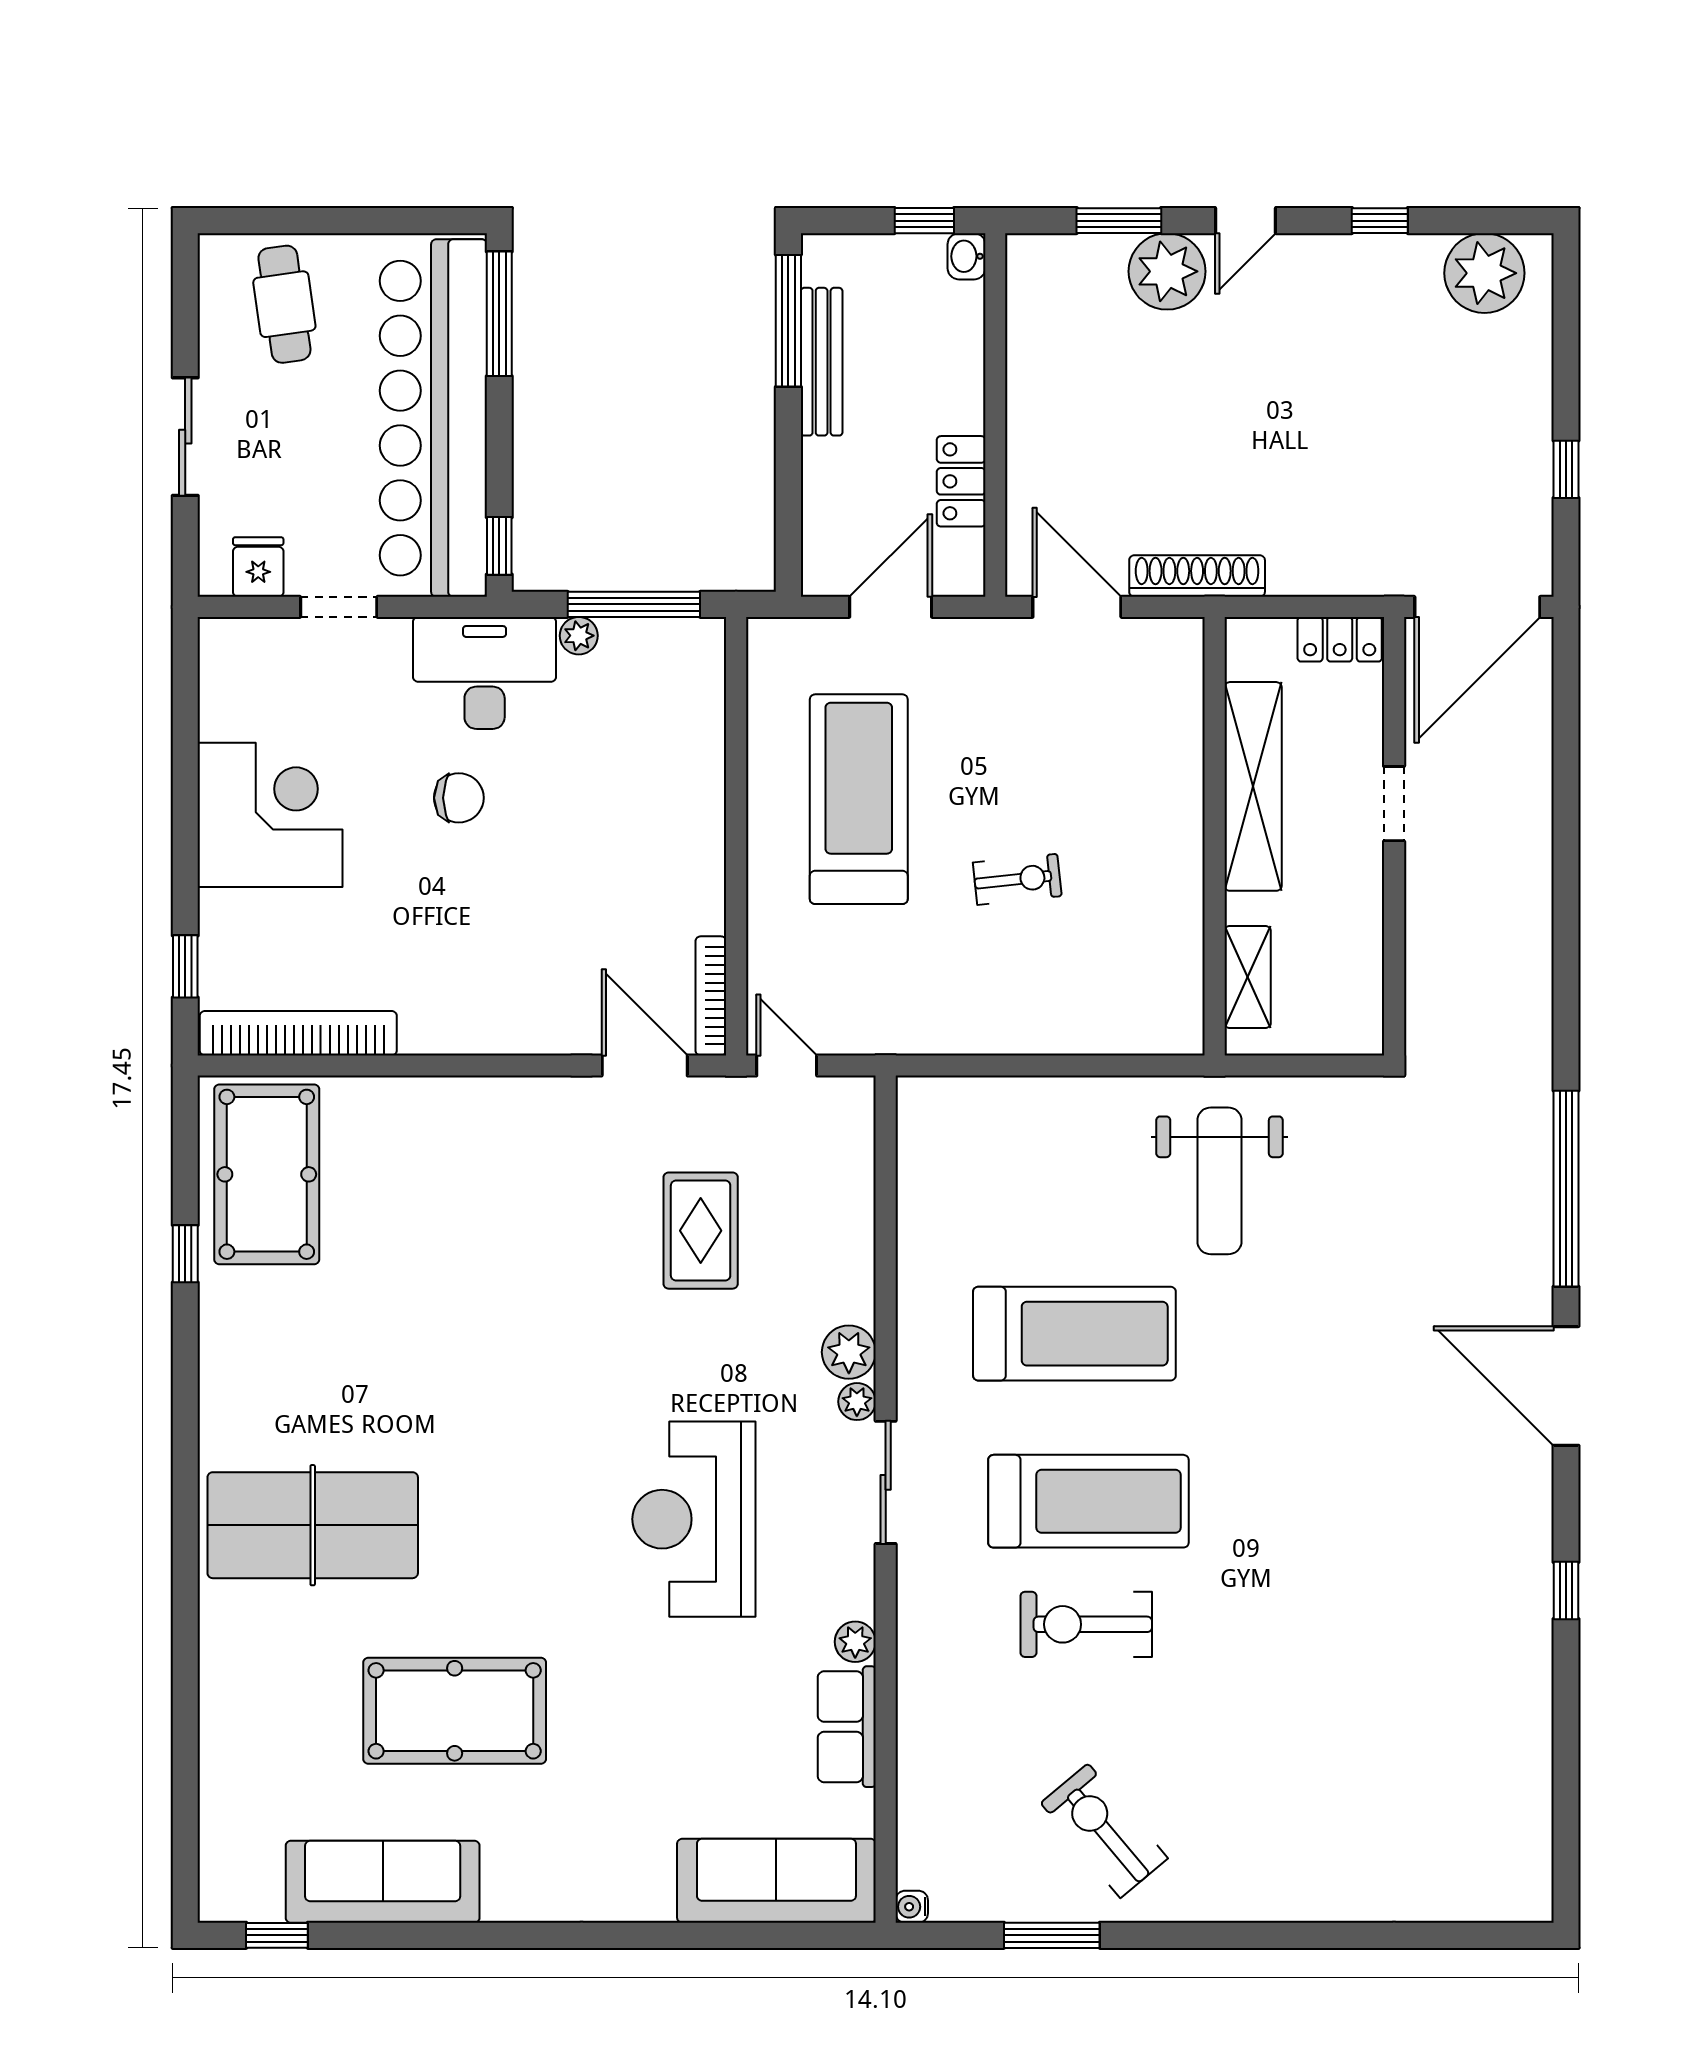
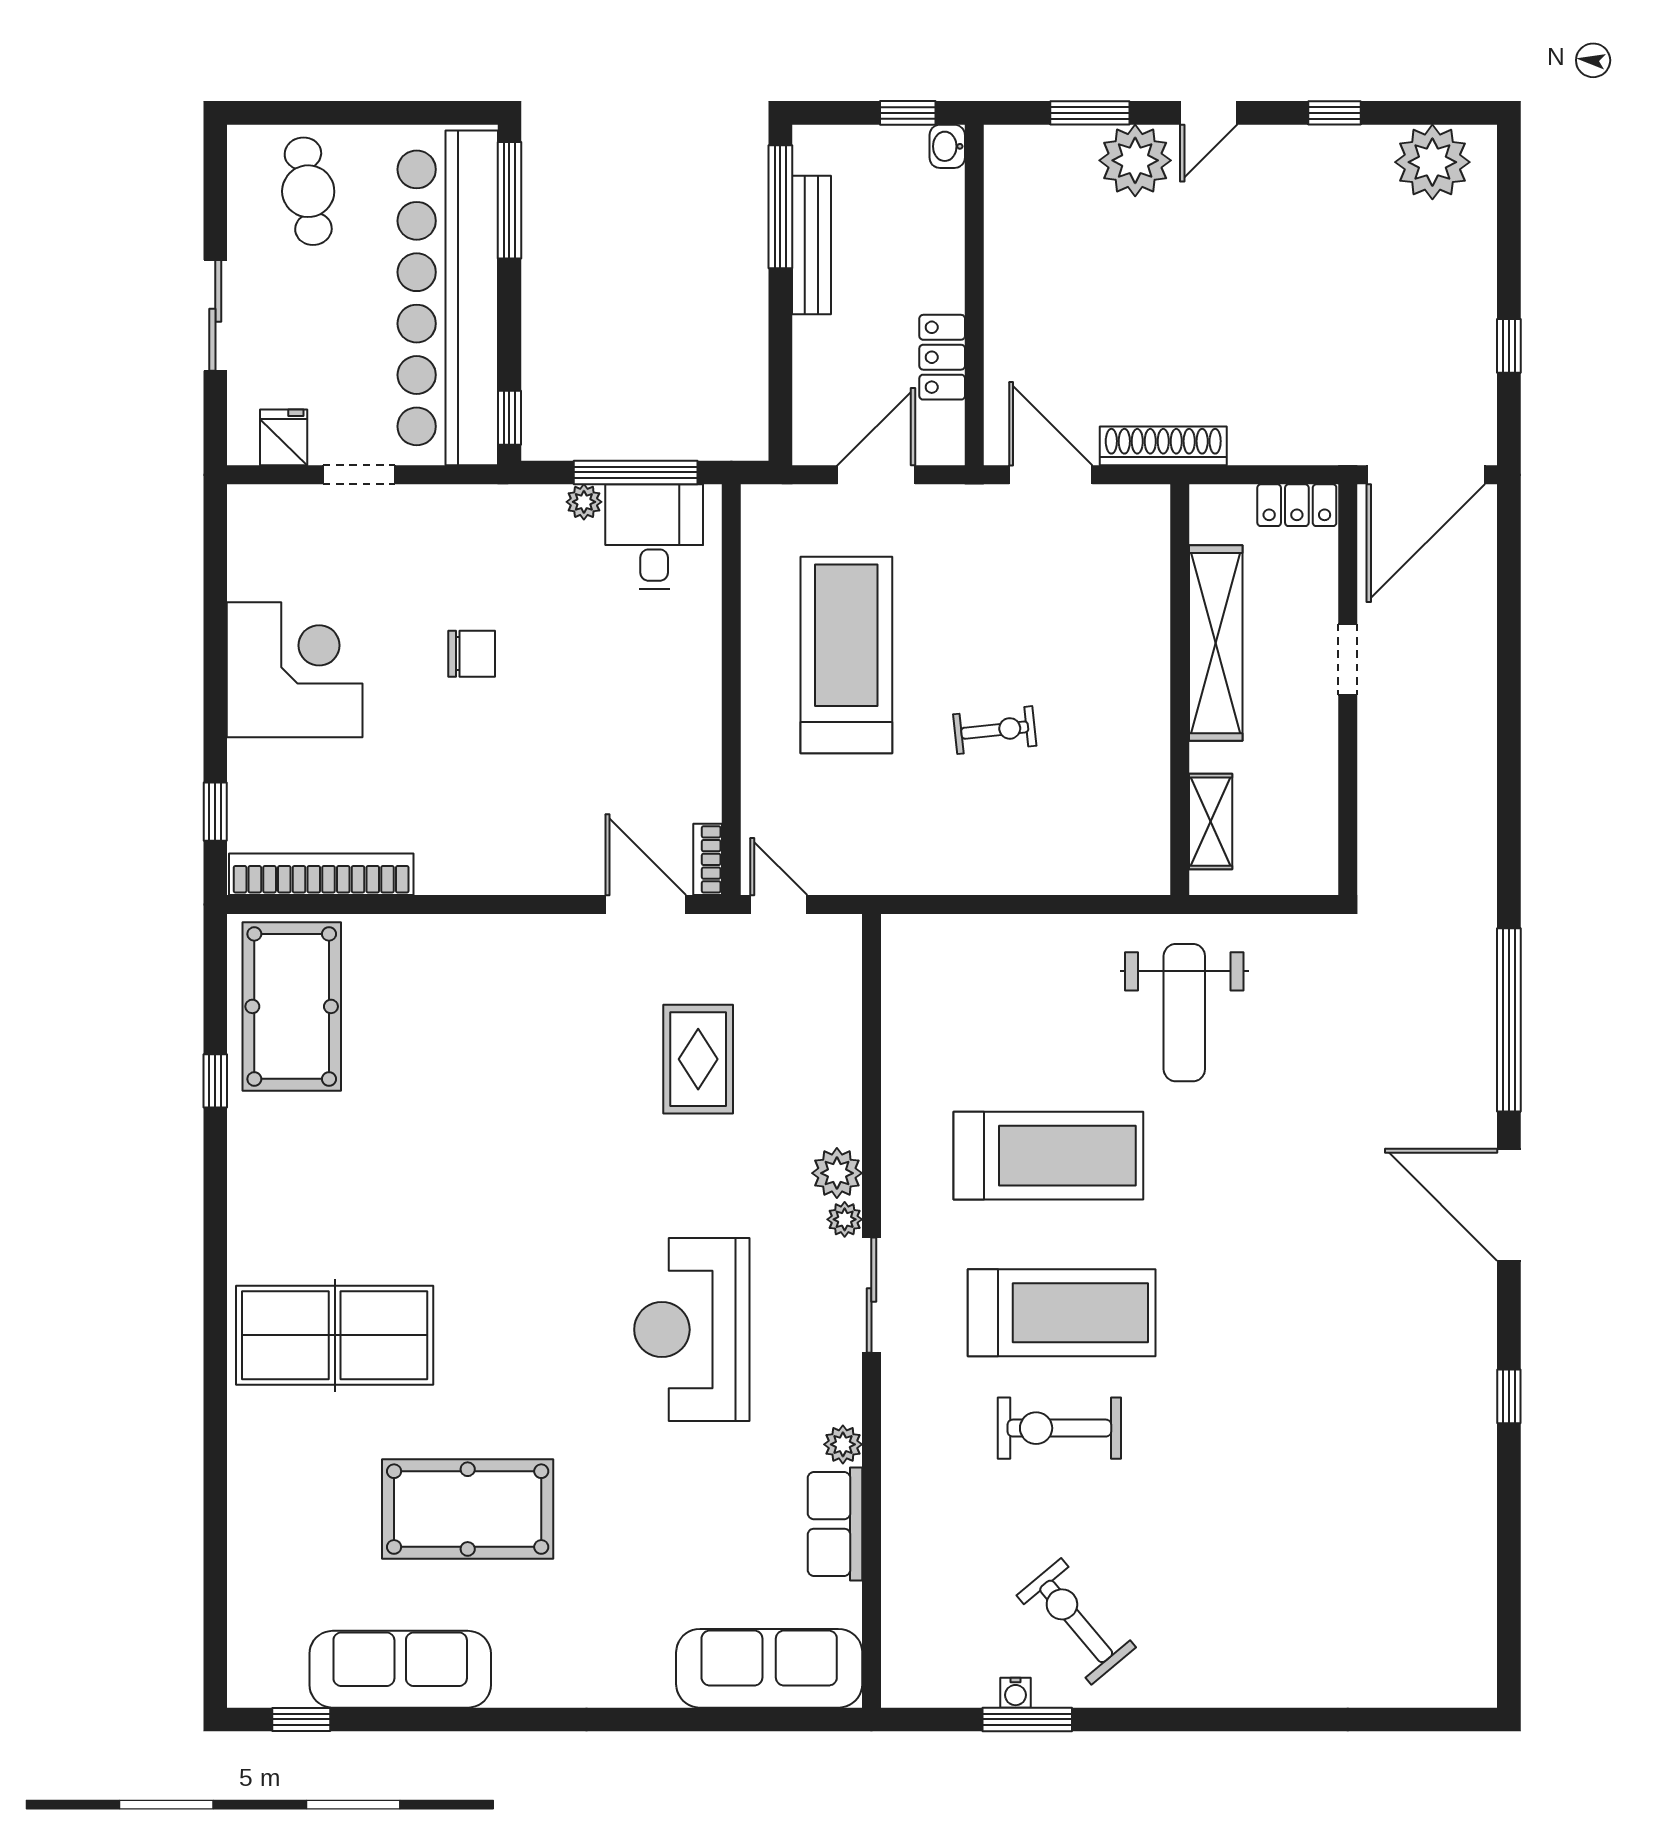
desk: (485, 673) -> (654, 537), moved, width x0.73
bookcase: (711, 996) -> (708, 859), width x0.64
water cooler: (912, 1907) -> (1016, 1693), moved, turned -90

